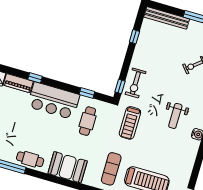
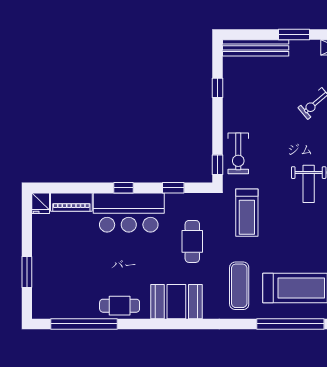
window: (35, 78) -> (123, 188), moved
cafe table: (88, 121) -> (192, 241), moved

